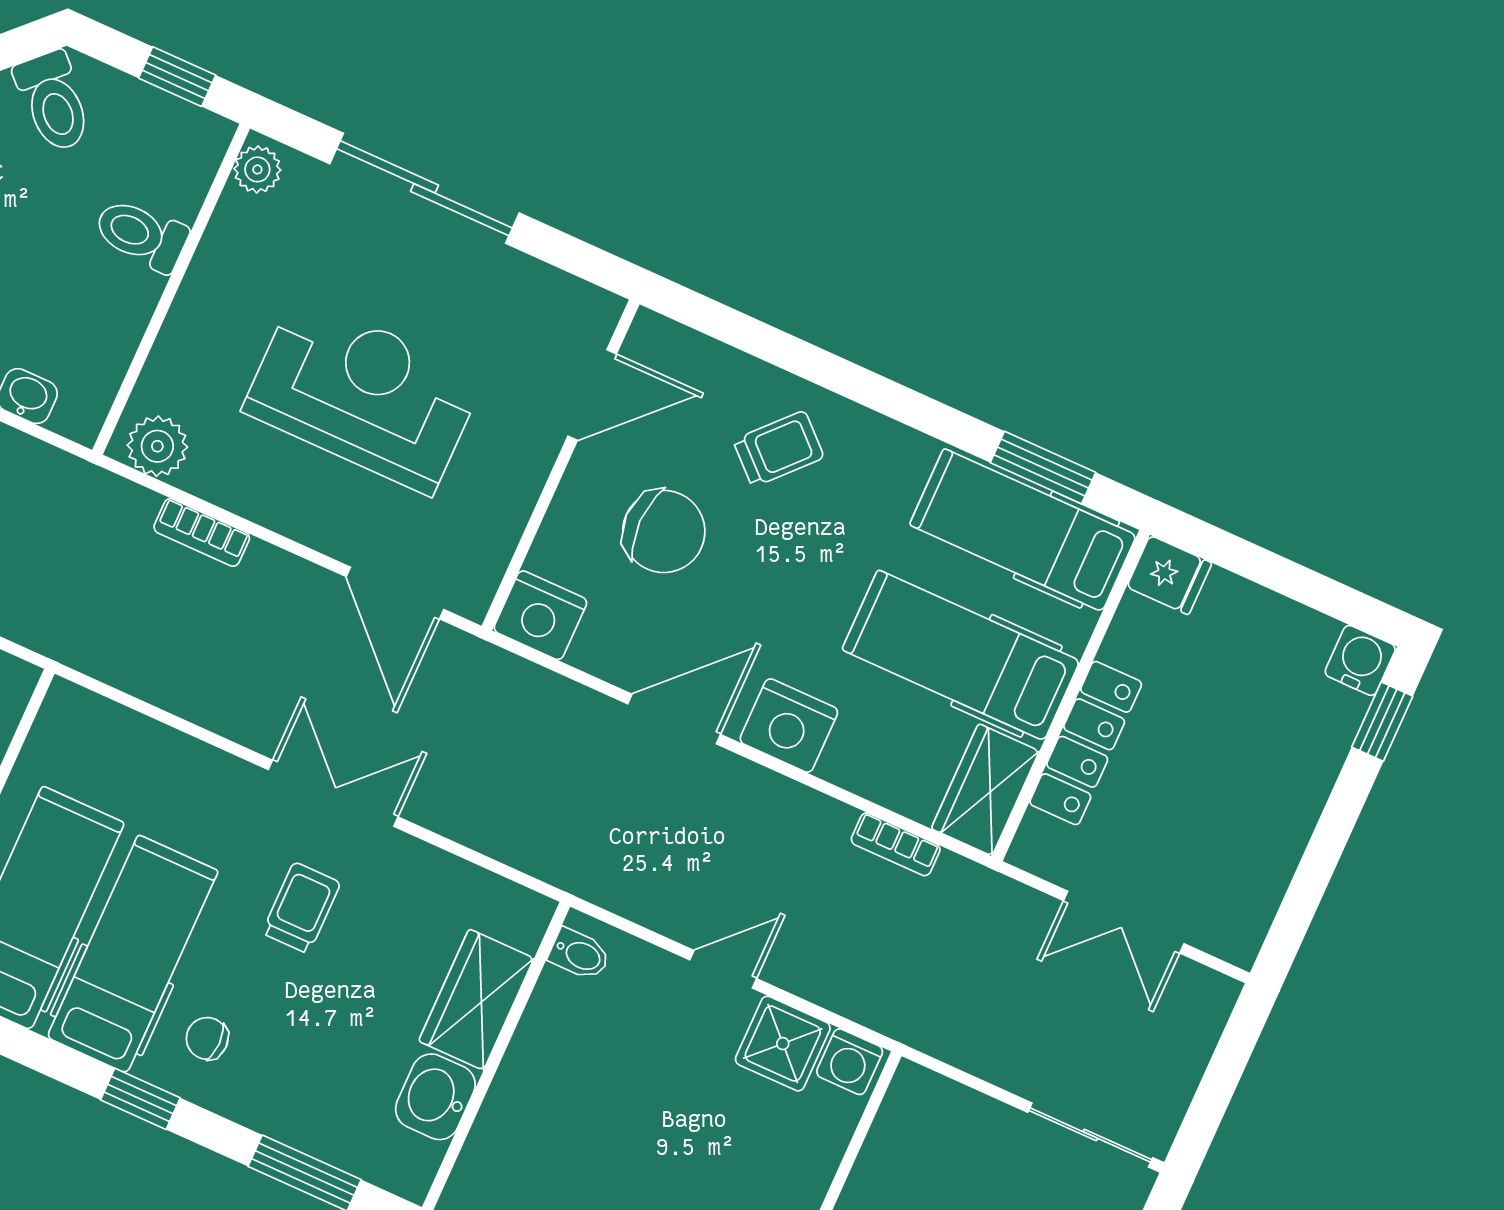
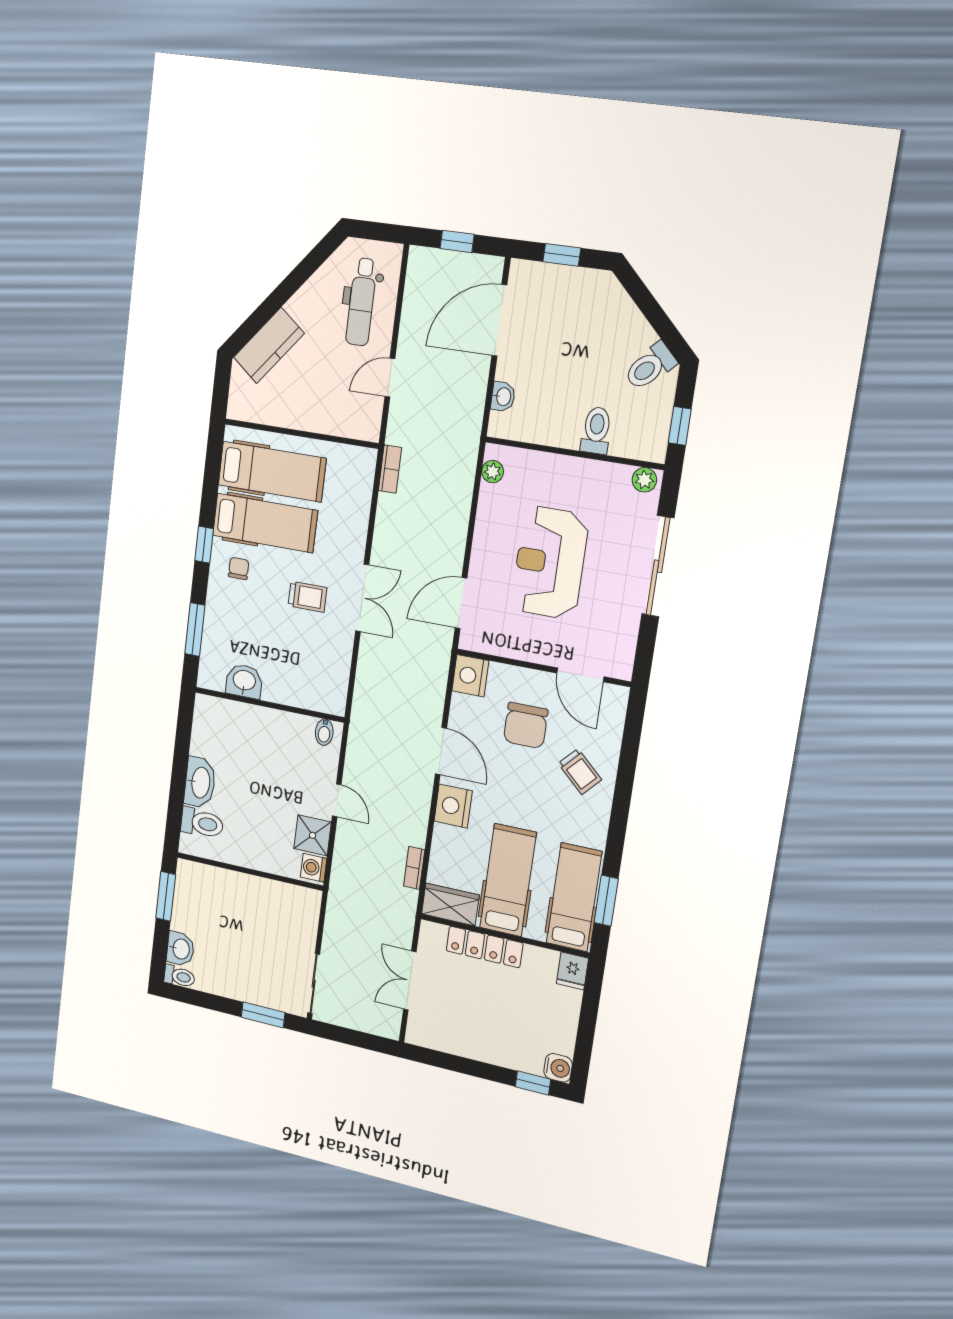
reception desk: (363, 394) -> (550, 563), turned 180
plant: (157, 446) -> (493, 472), width x0.73, depth x0.73
bookcase: (202, 532) -> (390, 469), moved, turned 180
wardrobe: (476, 1000) -> (291, 689), removed

